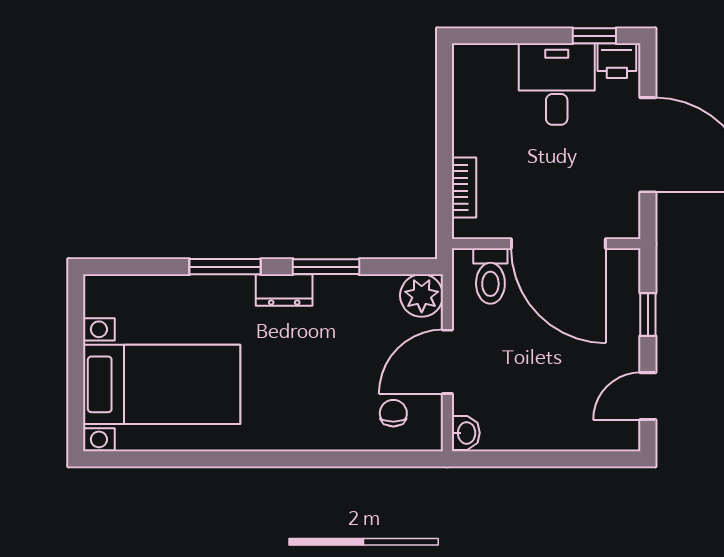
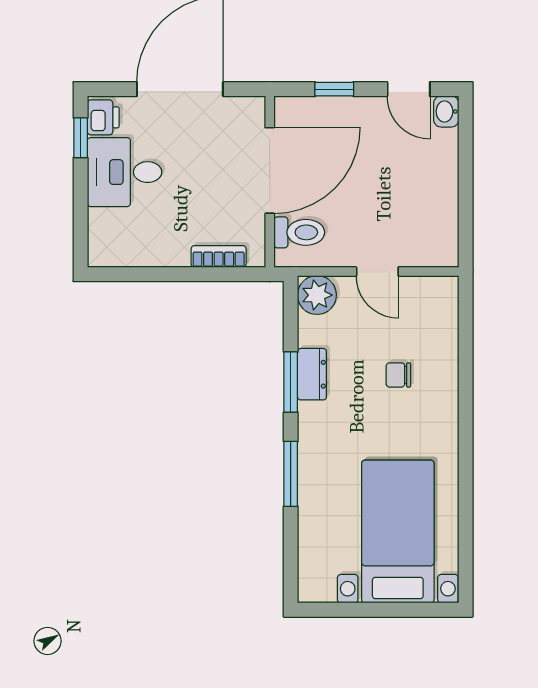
dresser: (284, 290) -> (312, 374), moved
door: (447, 362) -> (377, 272), width x0.73
chair: (393, 413) -> (398, 375), moved
washbasin: (466, 433) -> (446, 112), moved, turned -90

